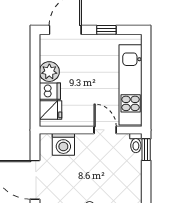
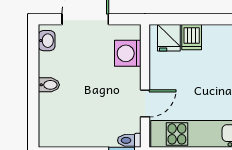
plant: (49, 72) -> (215, 36), removed

